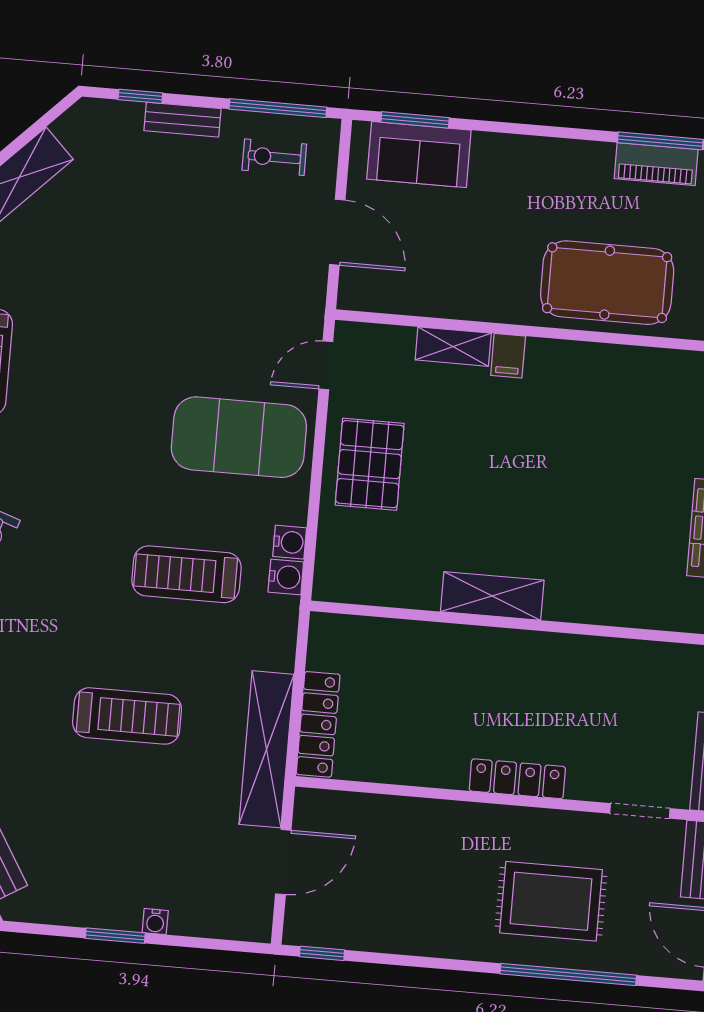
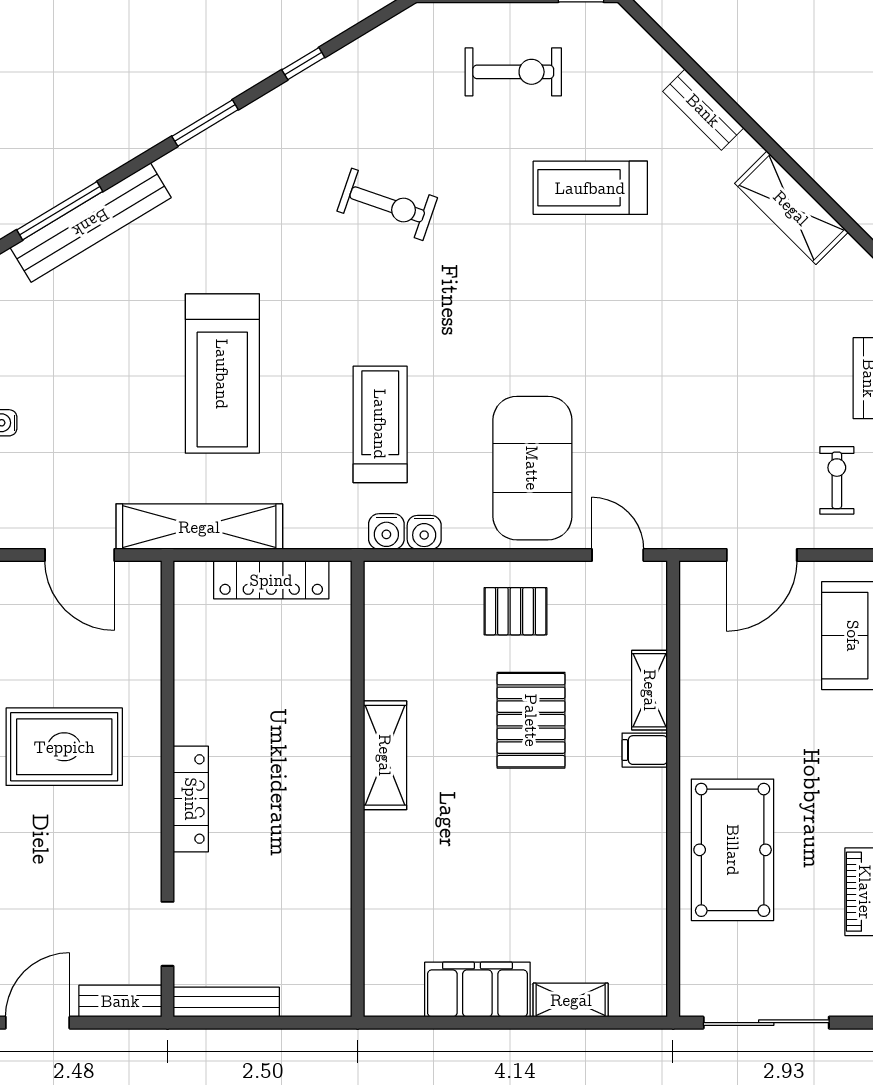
pallet: (472, 458) -> (531, 720), added
pallet: (370, 464) -> (515, 611), width x0.67, depth x0.71
treadmill: (127, 716) -> (222, 374), width x1.37, depth x1.38
locker: (318, 724) -> (271, 580), moved
rug: (551, 901) -> (64, 747), moved, turned 90

